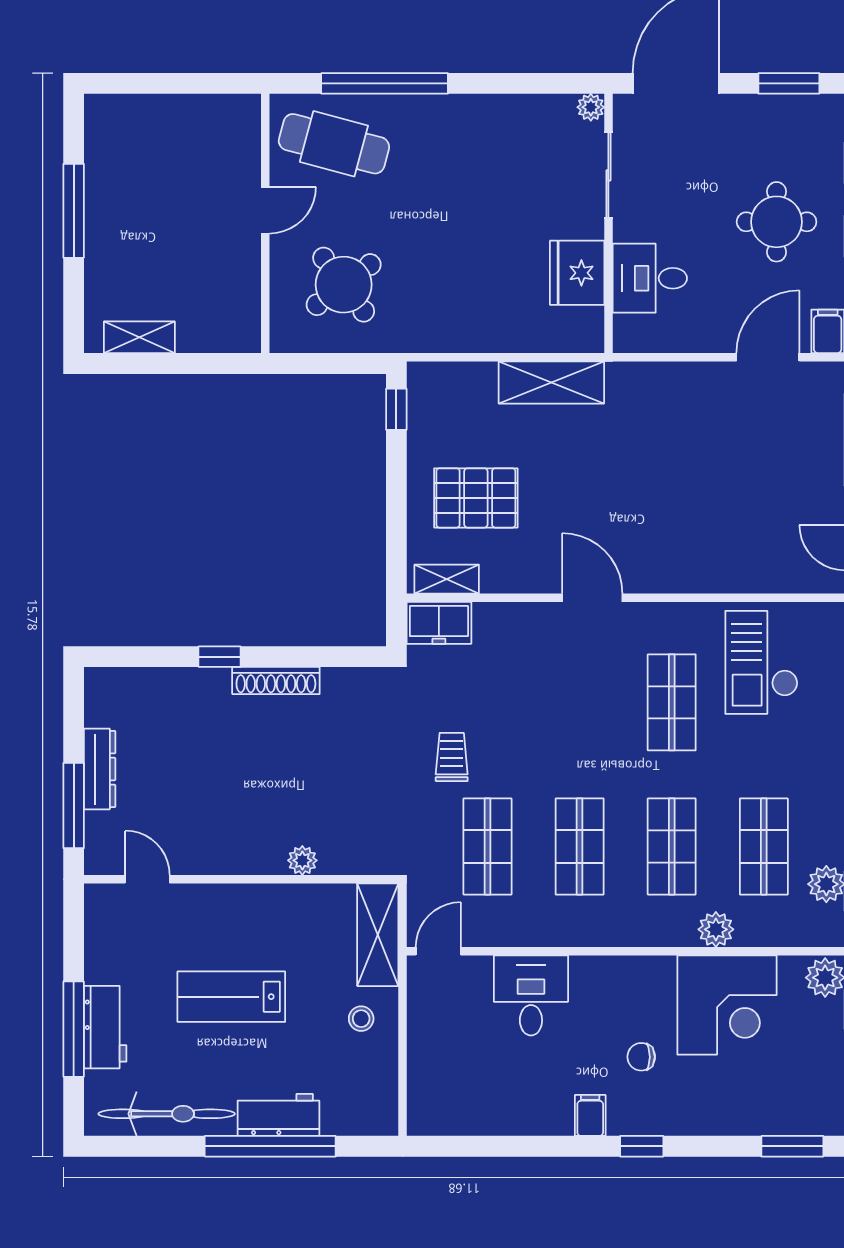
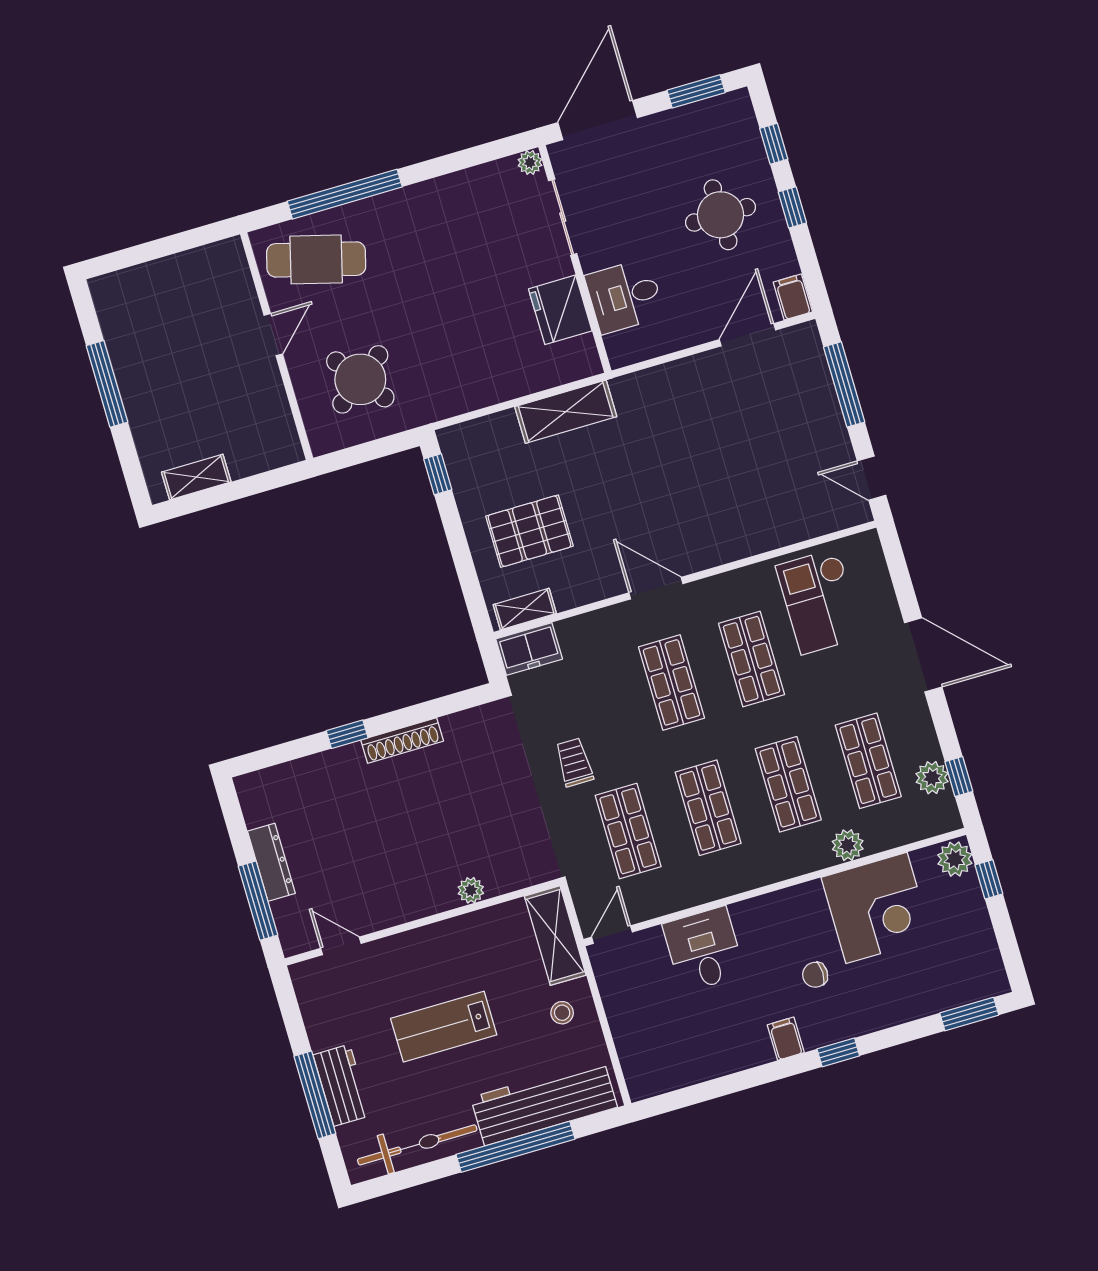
shop shelf: (580, 702) -> (672, 682), added
workbench: (278, 1115) -> (544, 1102), width x1.88, depth x1.32

